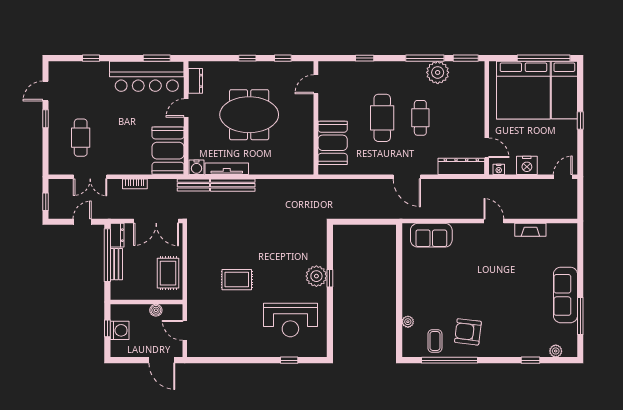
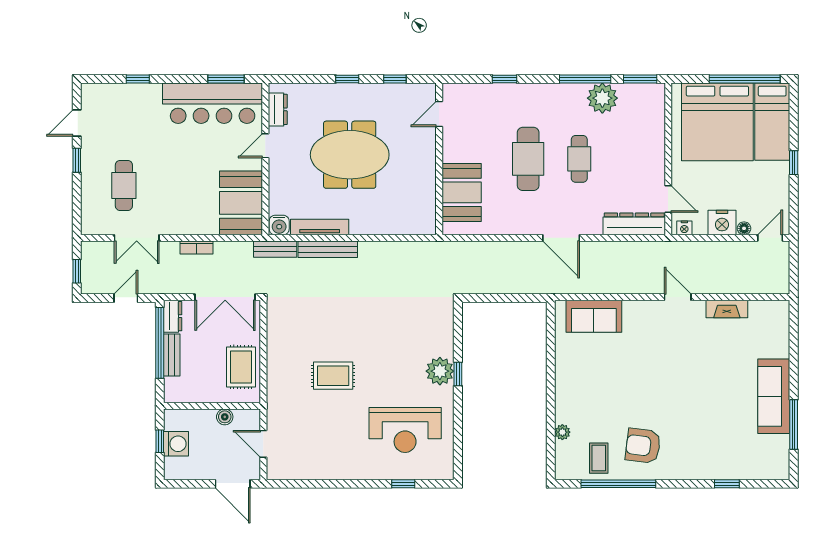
floor lamp: (543, 170) -> (744, 228), added
plant: (556, 351) -> (761, 471), removed

